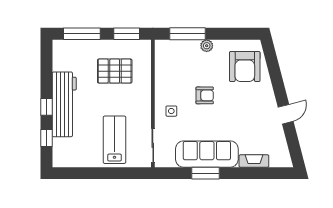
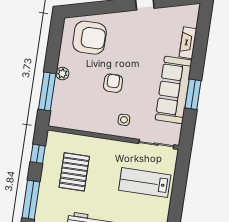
window: (127, 34) -> (38, 154), width x0.67

